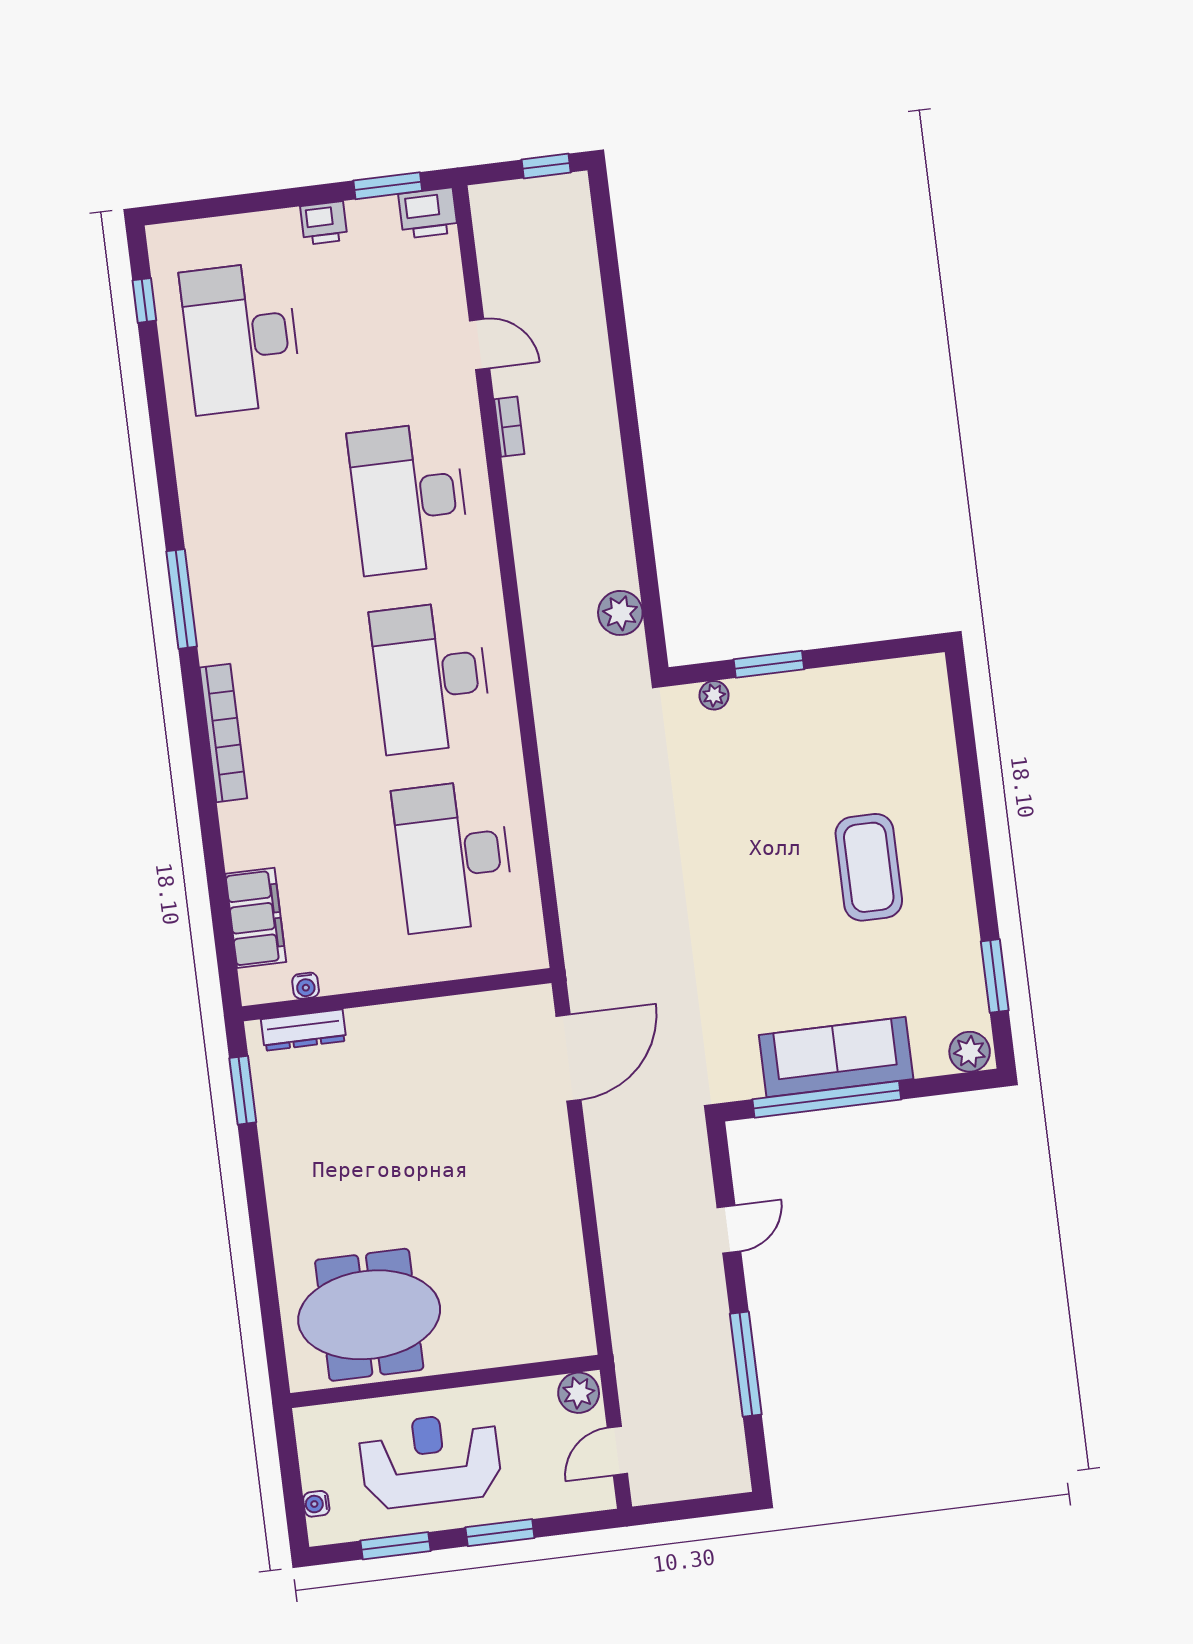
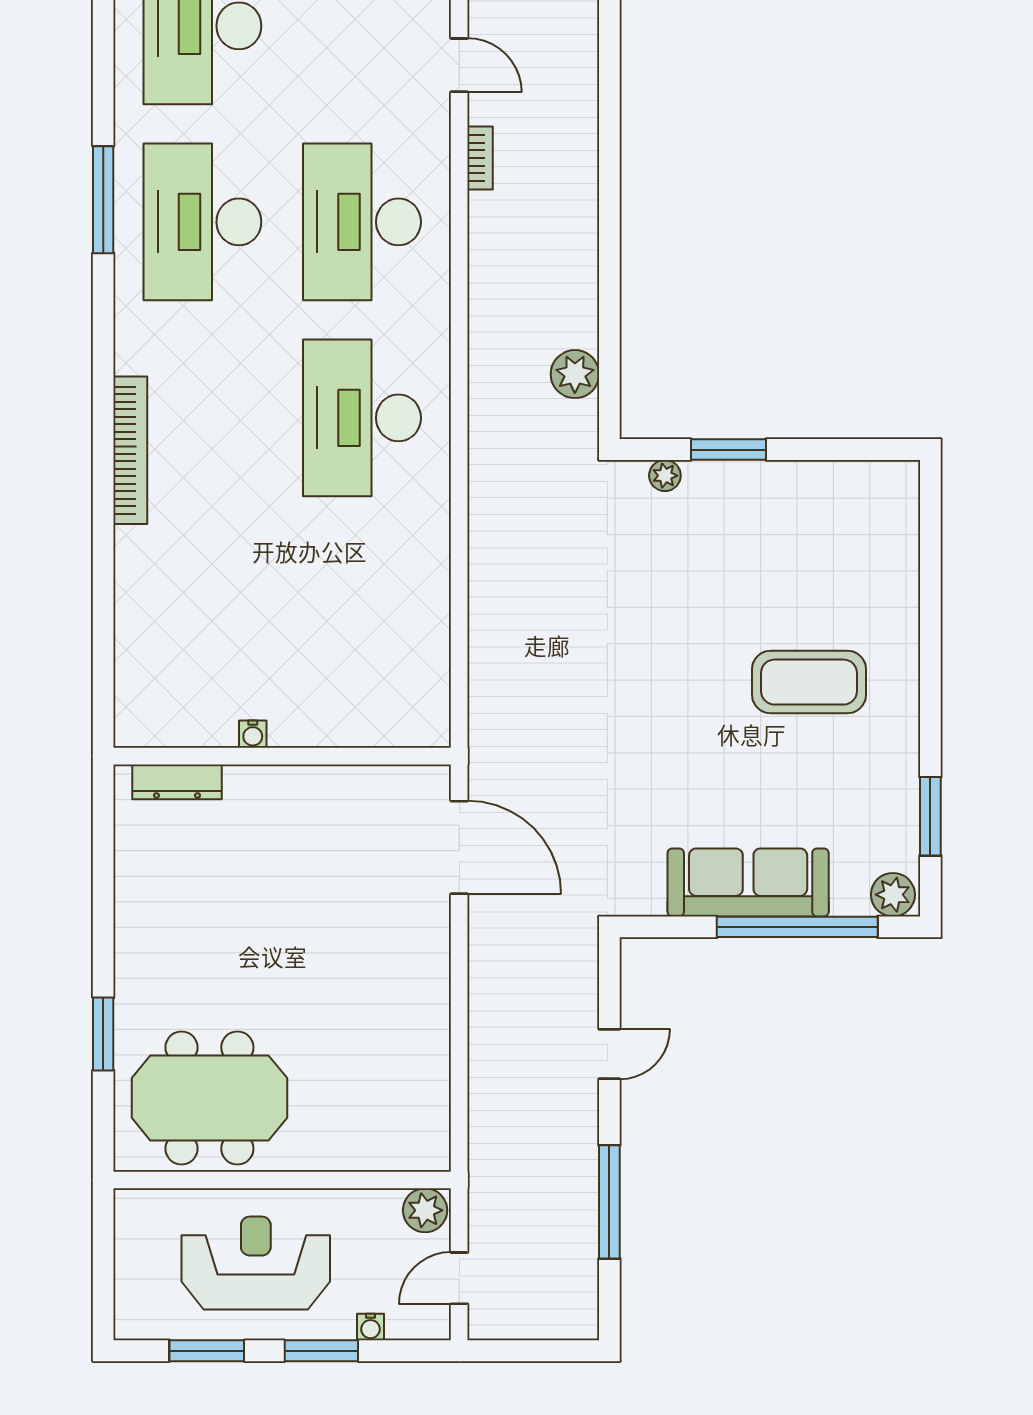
window: (182, 599) -> (103, 200), moved
desk: (453, 856) -> (202, 222), moved
coffee table: (869, 867) -> (809, 682), turned 90
filing cabinet: (256, 918) -> (140, 654), removed
water cooler: (306, 986) -> (253, 734), moved
door: (568, 1058) -> (459, 847), hinge flipped
window: (243, 1090) -> (103, 1034), moved
window: (827, 1099) -> (797, 927), moved
water cooler: (316, 1504) -> (371, 1327), moved, turned -90

